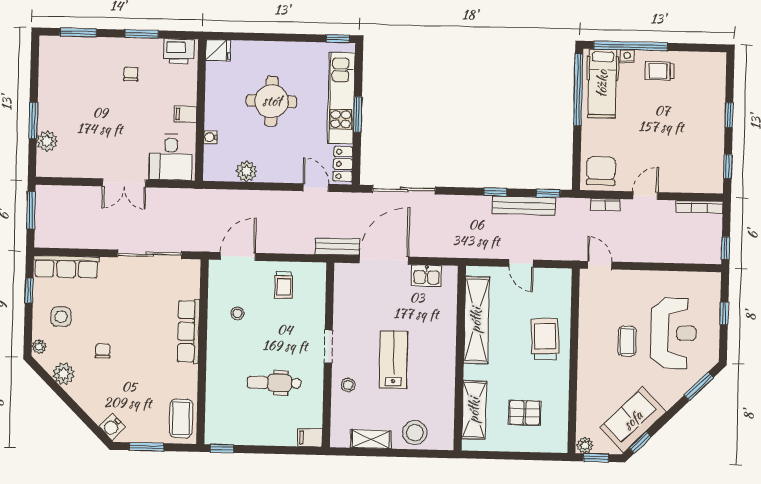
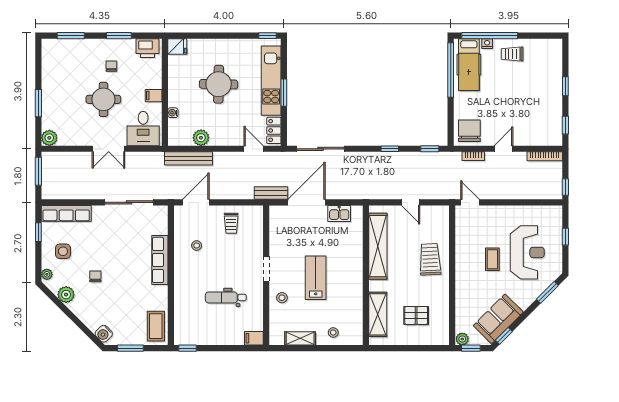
round table: (119, 118) -> (103, 99), added
plant: (47, 141) -> (49, 138), moved
bench: (524, 205) -> (189, 158), moved
stool: (415, 433) -> (333, 333), width x0.53, depth x0.53

